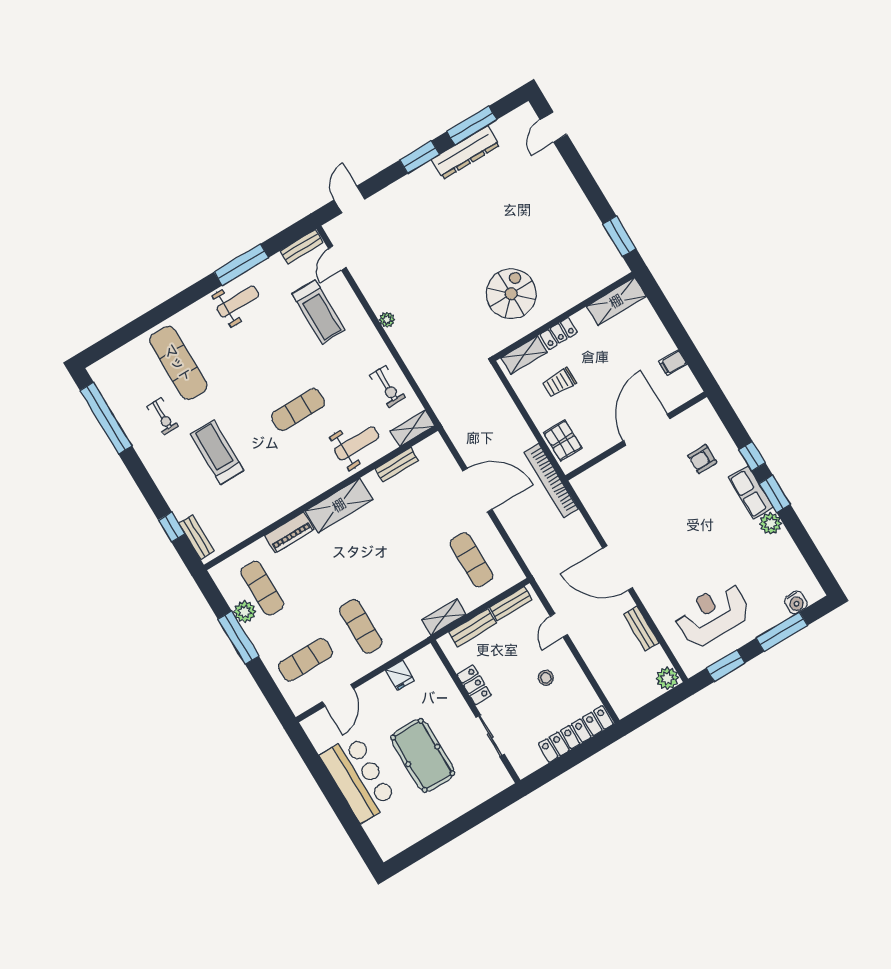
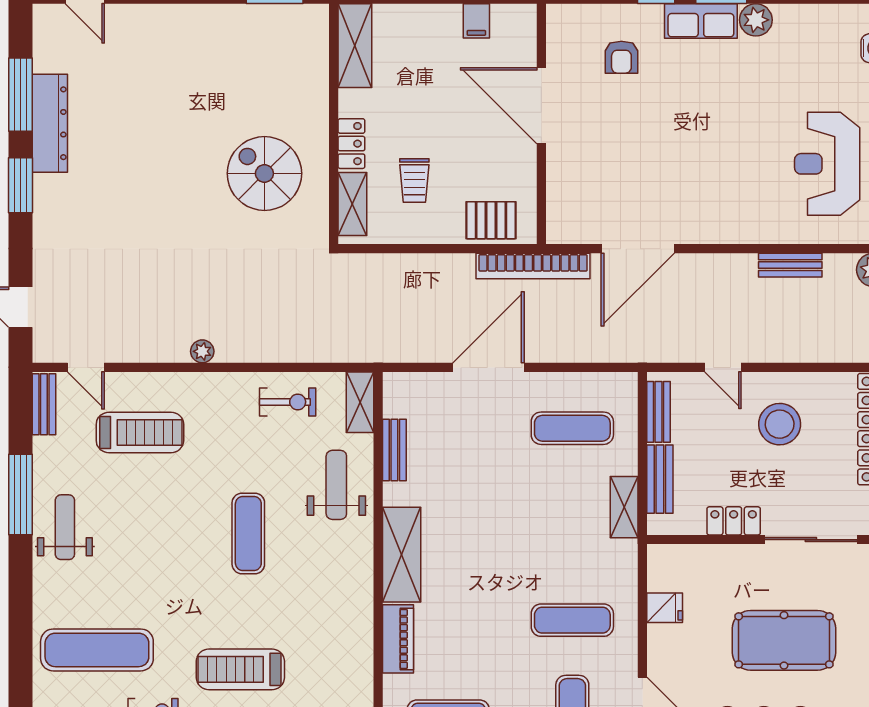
door: (618, 568) -> (638, 249), moved
stool: (546, 678) -> (780, 424), width x1.89, depth x1.89
sliding door: (490, 736) -> (811, 540), width x1.37

